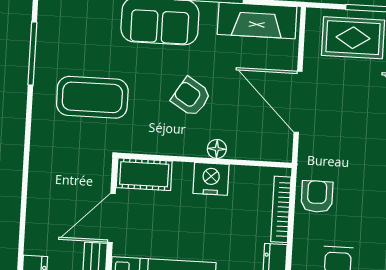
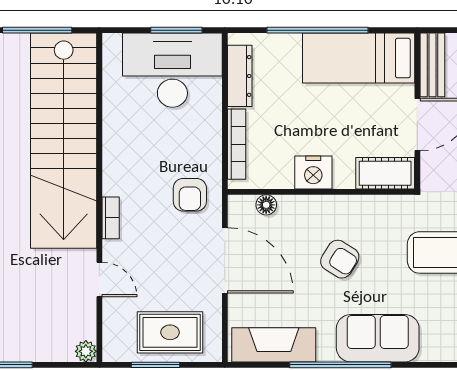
floor lamp: (217, 149) -> (266, 205), moved
armchair: (317, 197) -> (190, 195), moved

